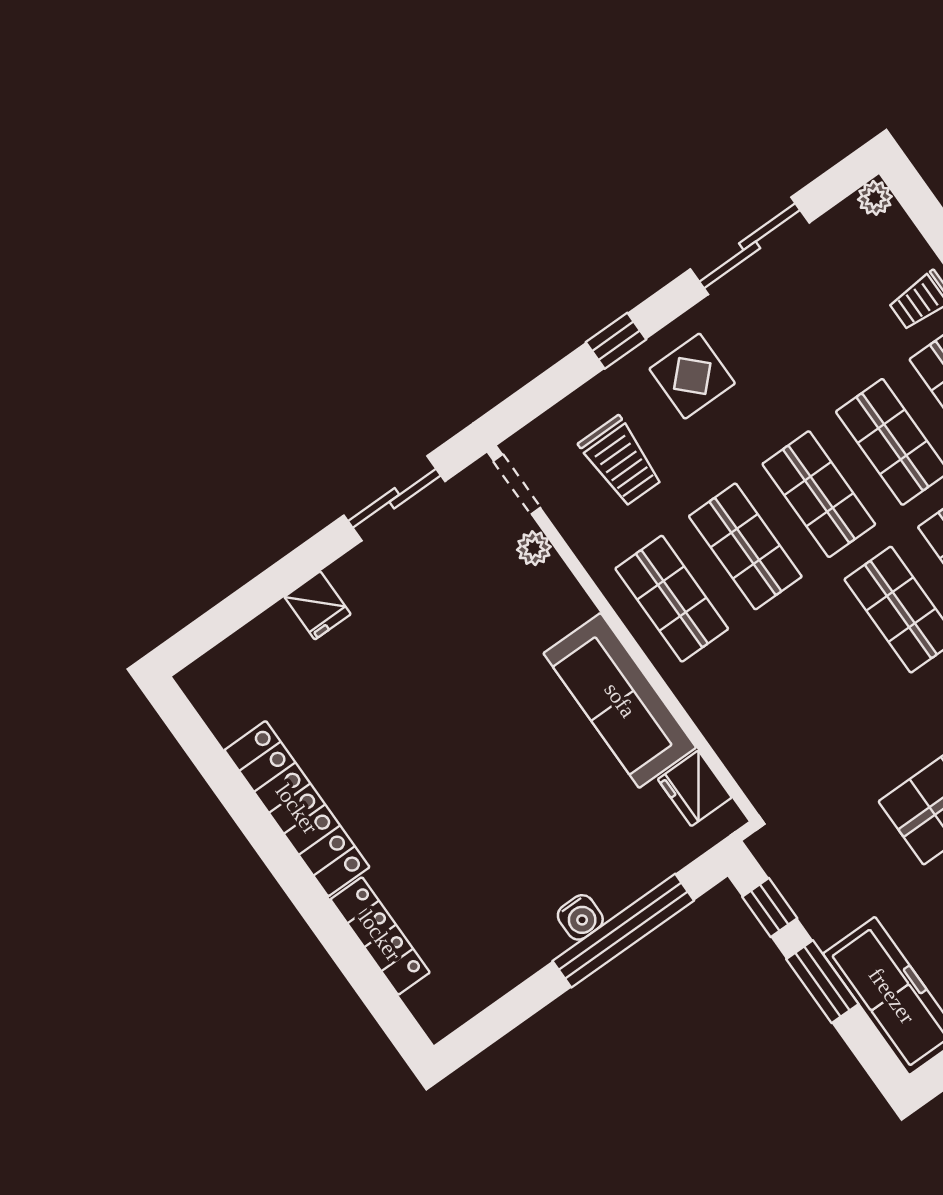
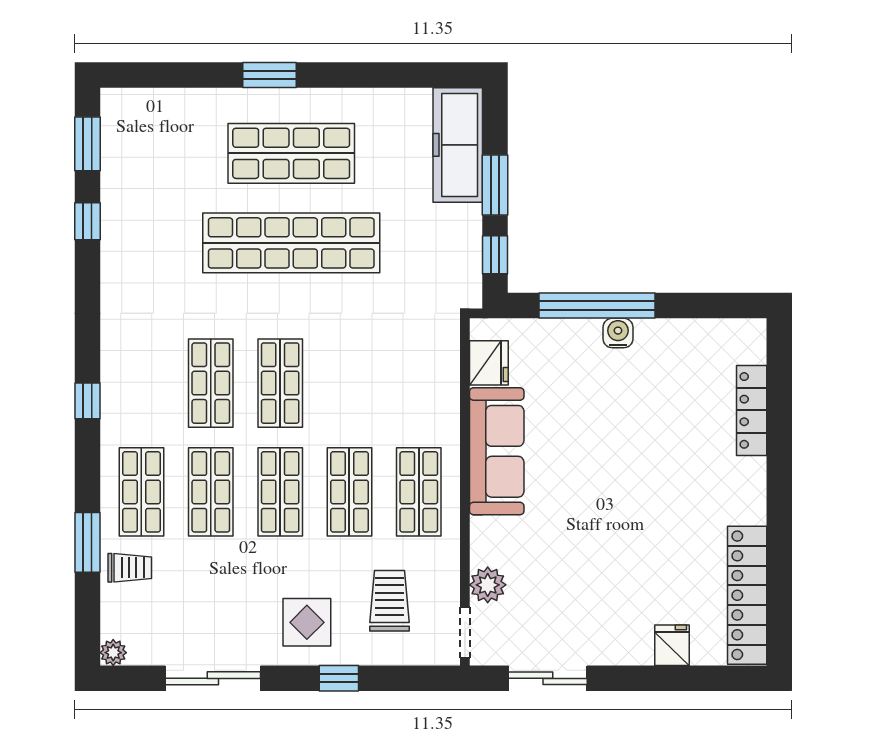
plant: (534, 548) -> (488, 585), width x1.38, depth x1.38
fridge: (318, 605) -> (672, 645), moved
locker: (297, 809) -> (747, 595), moved

